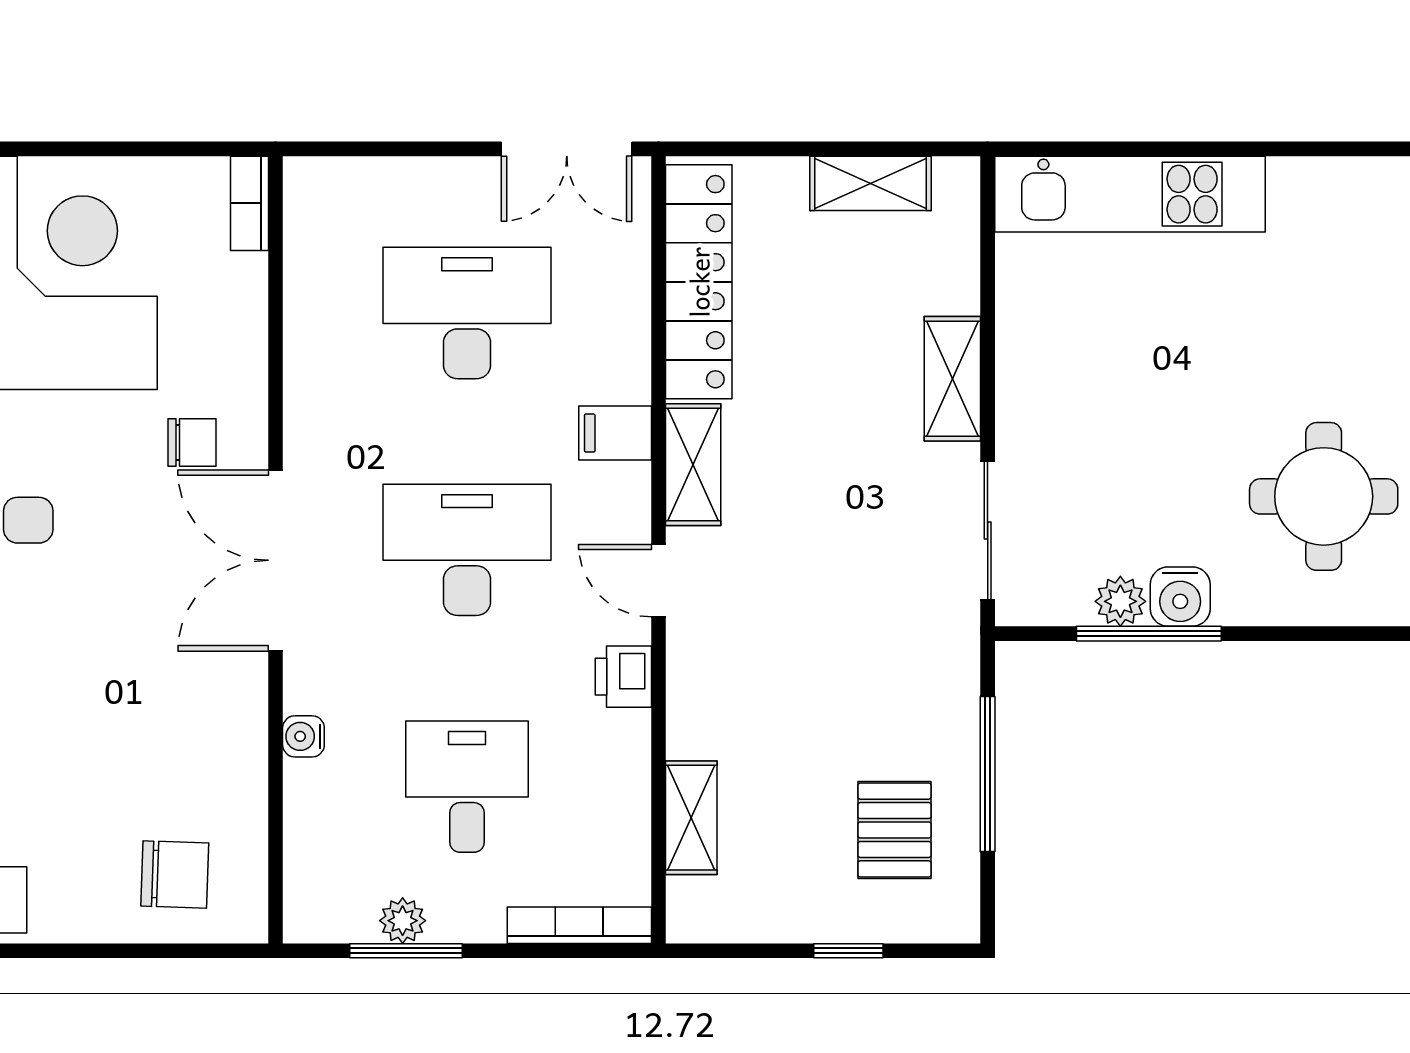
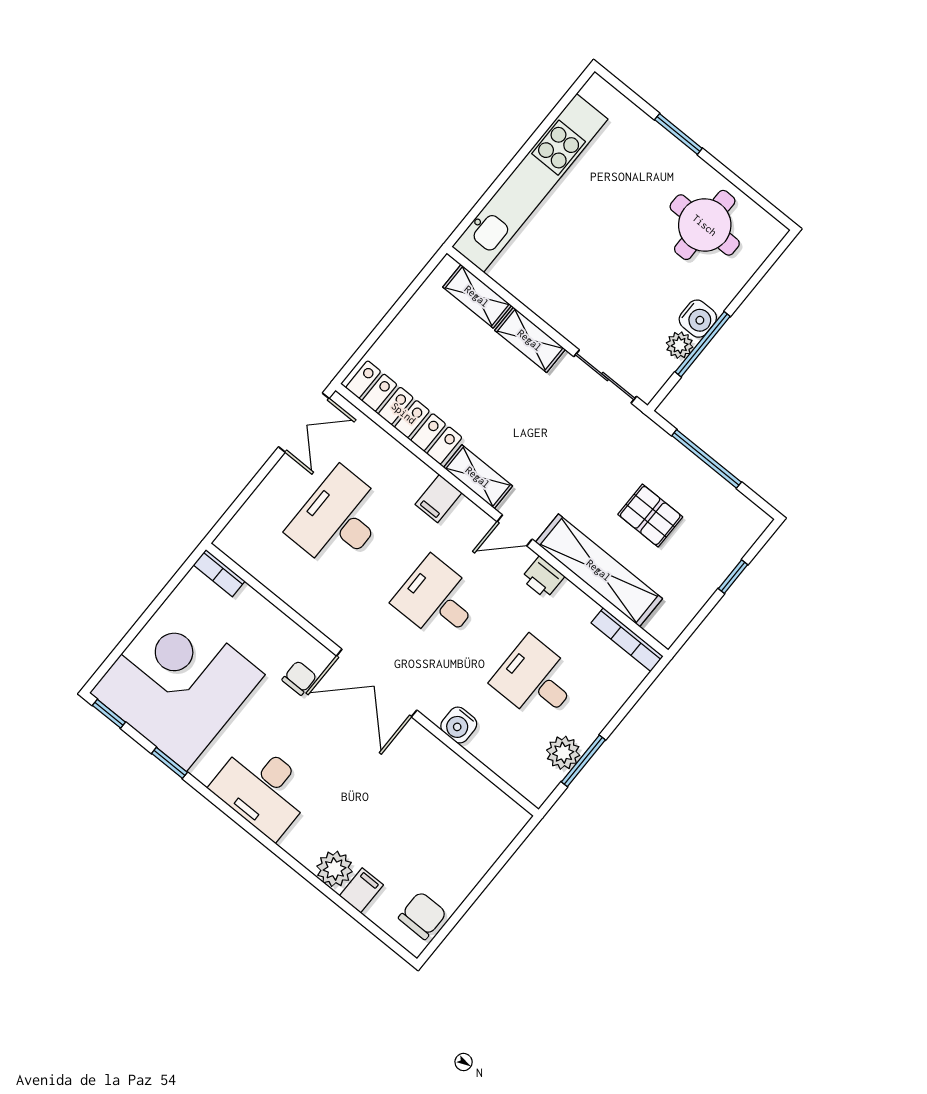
shelving: (870, 183) -> (477, 296), moved, turned 90
kitchen unit: (1130, 194) -> (530, 183), width x1.36
desk: (467, 550) -> (437, 600), width x0.73
water cooler: (303, 736) -> (459, 725), width x1.38, depth x1.38
shelving: (691, 818) -> (599, 570), width x2.20, depth x1.33
pallet: (894, 830) -> (650, 516), moved
chair: (175, 875) -> (473, 831), removed
plant: (403, 921) -> (563, 753), width x1.38, depth x1.38
bookcase: (579, 925) -> (627, 640), moved, turned -90

